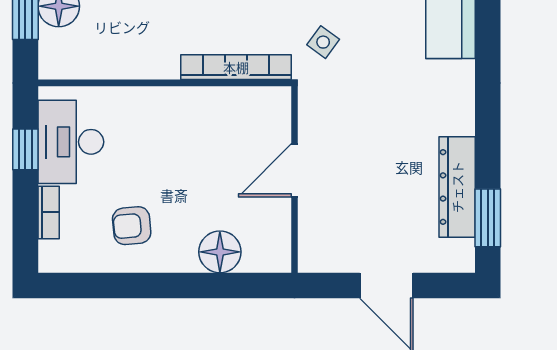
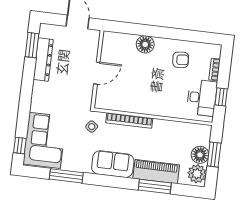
door: (295, 170) -> (97, 73), moved
wall: (295, 179) -> (97, 69), moved

